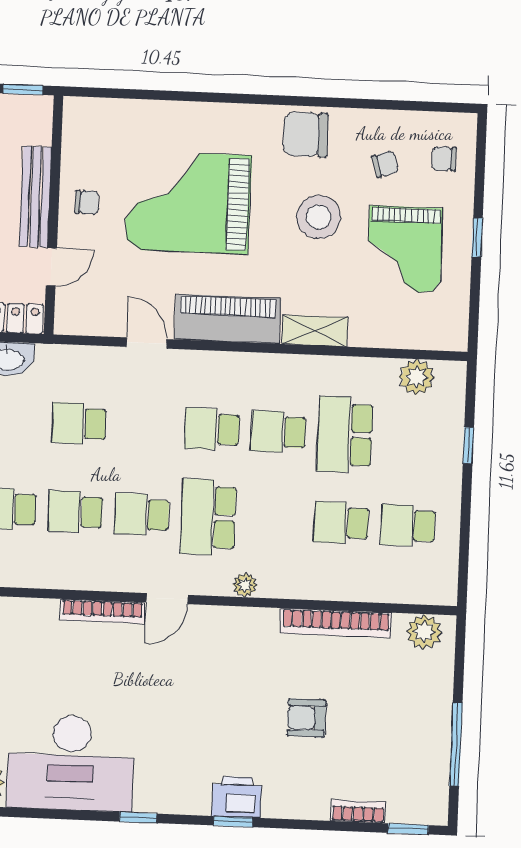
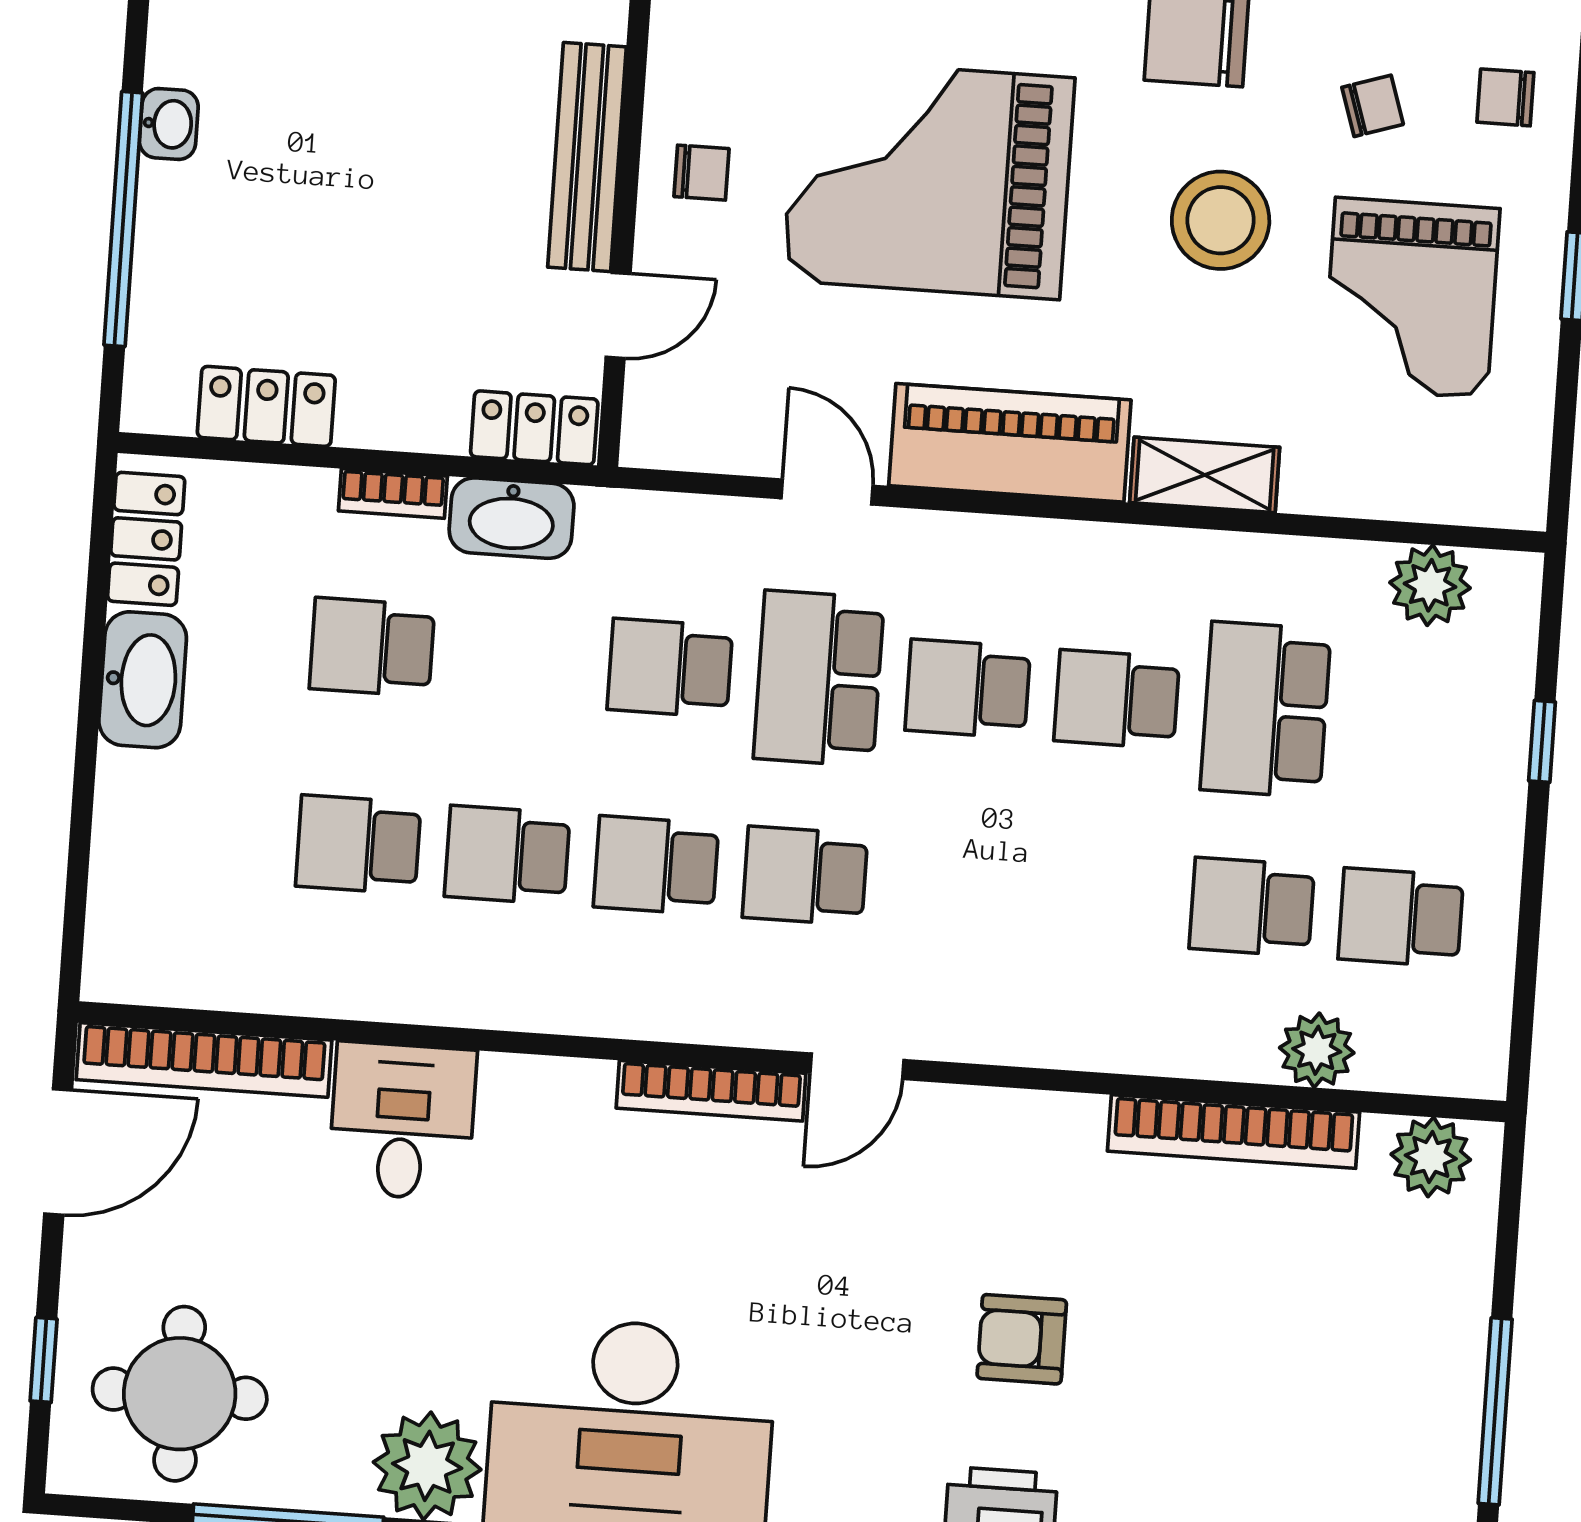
school desk: (208, 517) -> (819, 678), moved
plant: (245, 585) -> (1317, 1050), moved, width x1.38, depth x1.38
armchair: (306, 718) -> (1022, 1339), moved

